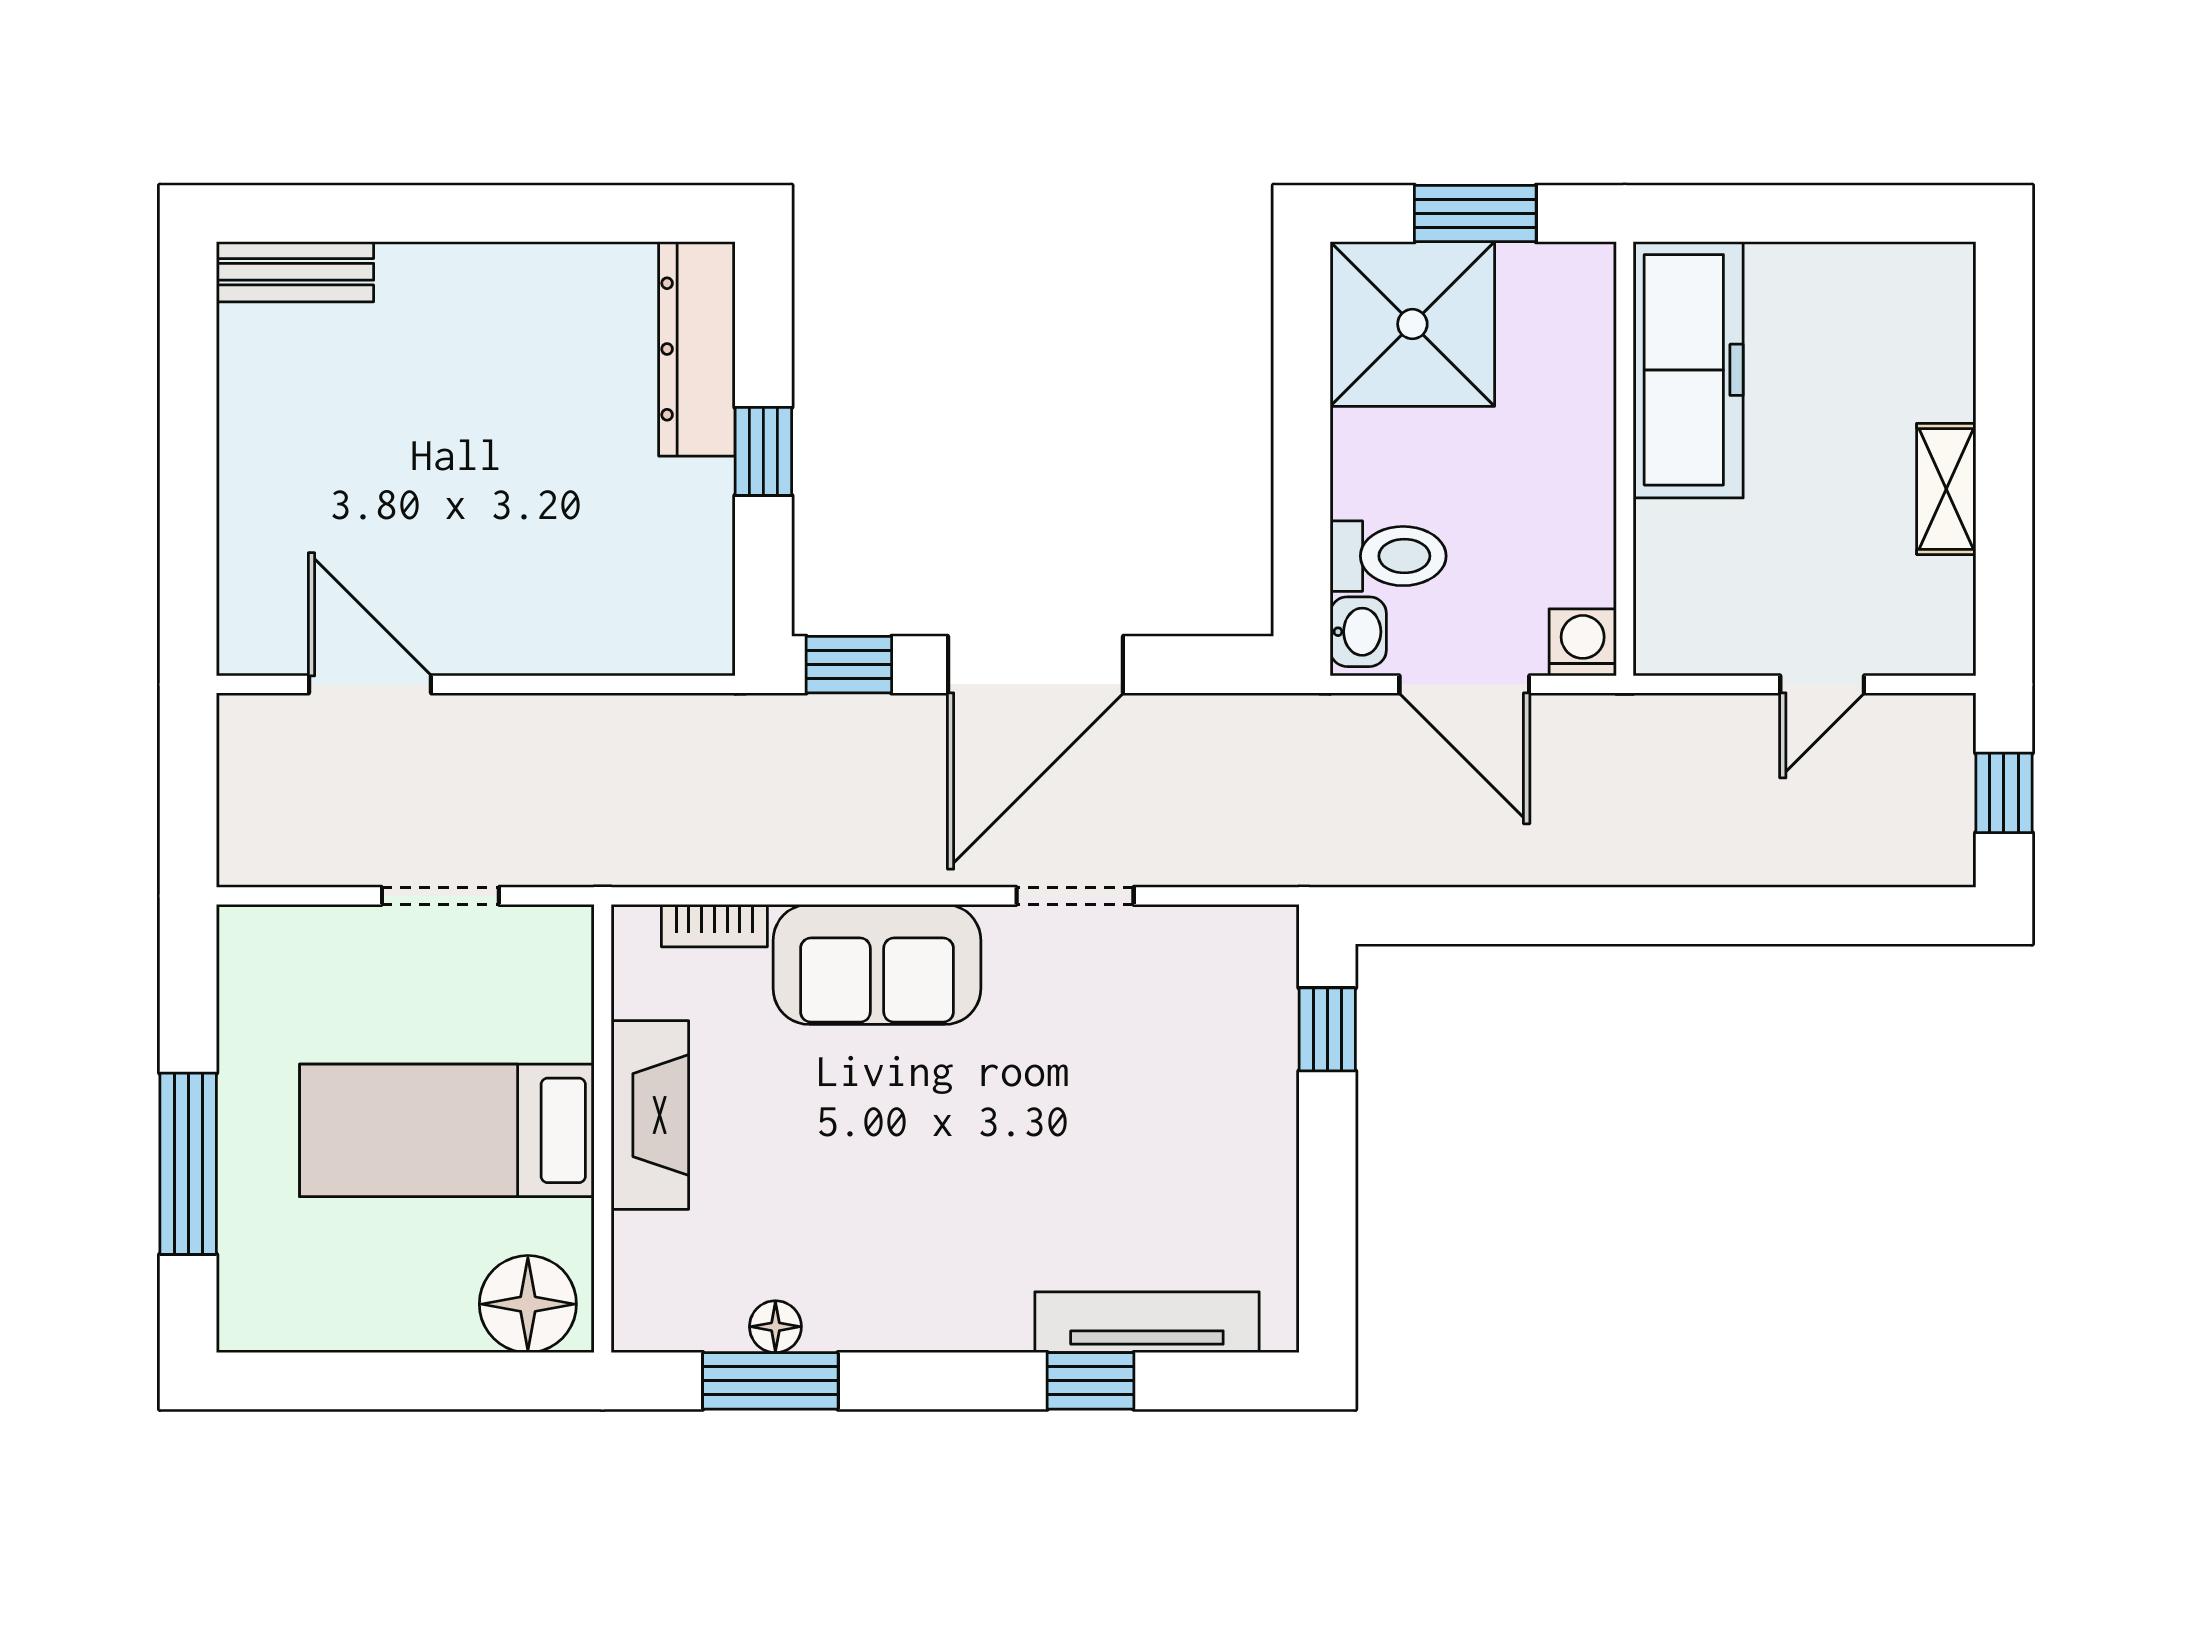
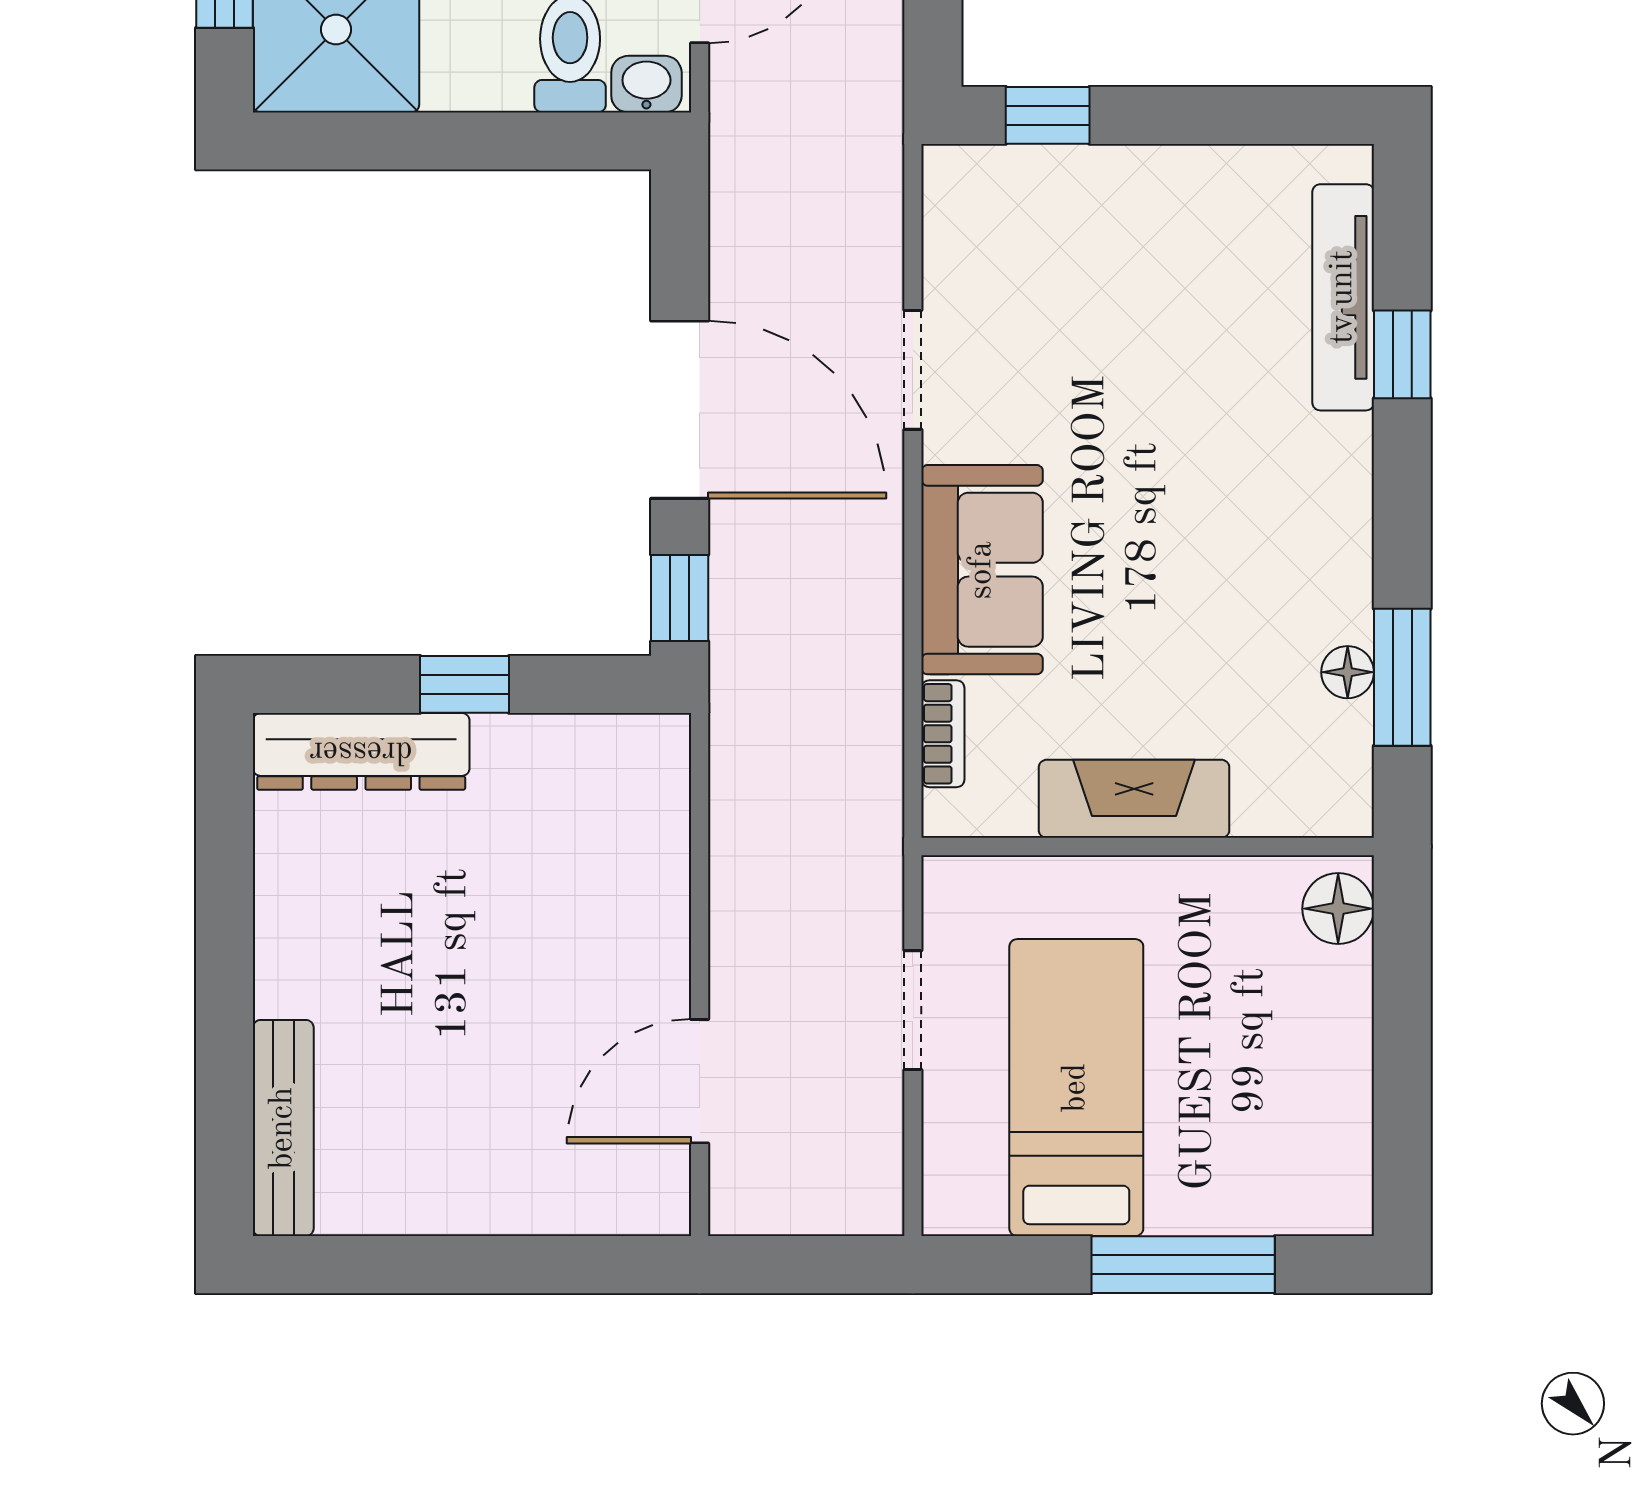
bench: (295, 272) -> (283, 1128), width x1.36
bed: (447, 1130) -> (1076, 1088), moved, turned 180
floor lamp: (528, 1304) -> (1338, 909), width x0.73, depth x0.73

